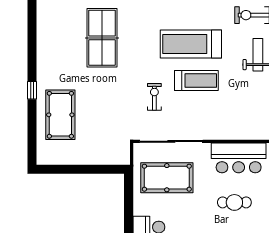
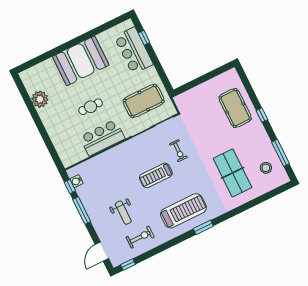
stool: (59, 24) -> (266, 168), added
window: (32, 34) -> (280, 153), added
treadmill: (191, 44) -> (183, 211), moved

